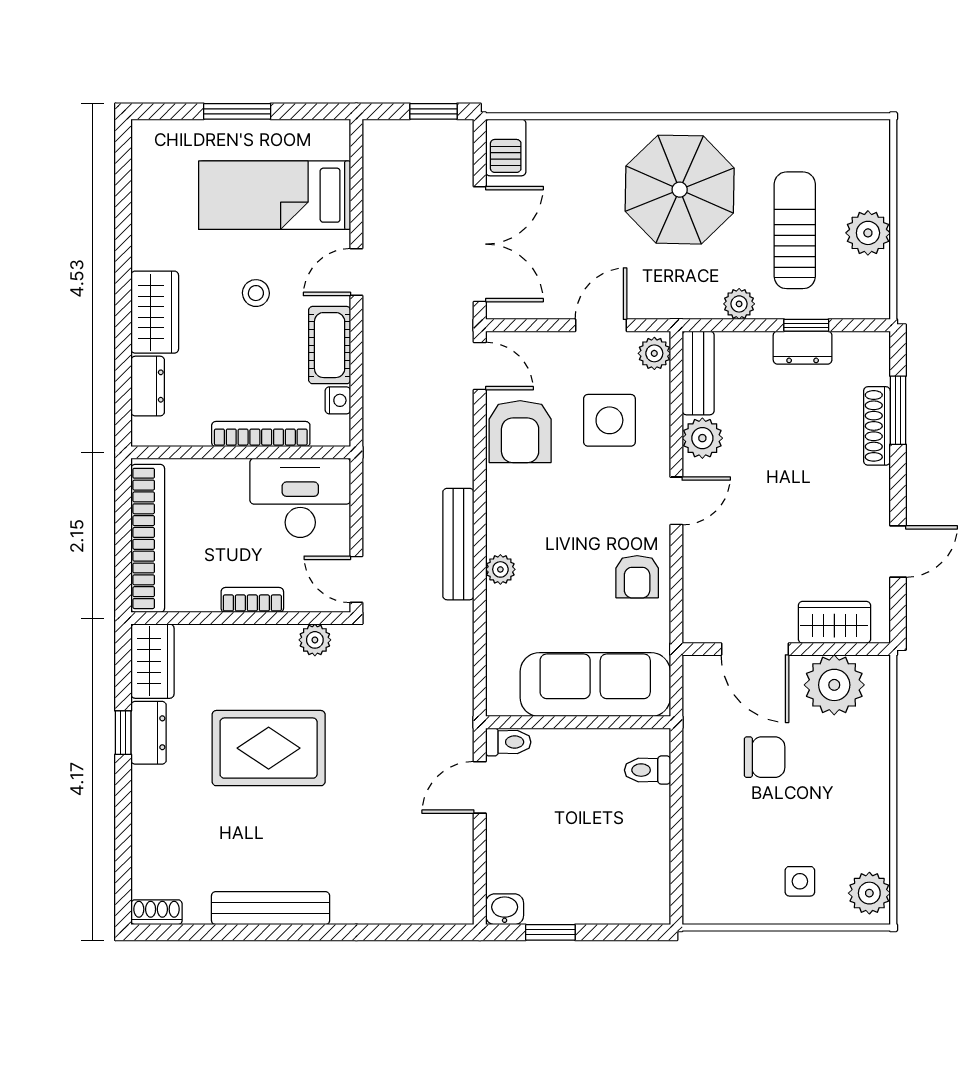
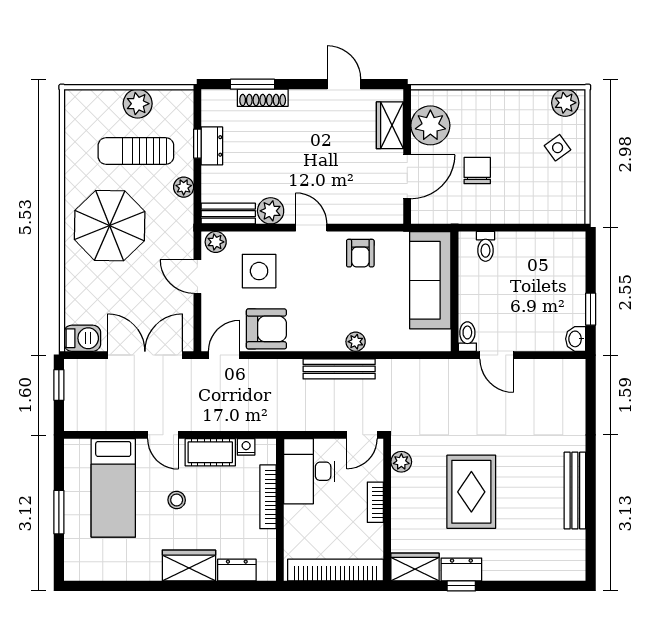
armchair: (637, 577) -> (360, 253), turned 90
side table: (800, 881) -> (558, 148), turned -36
shoe rack: (156, 912) -> (578, 564), removed

